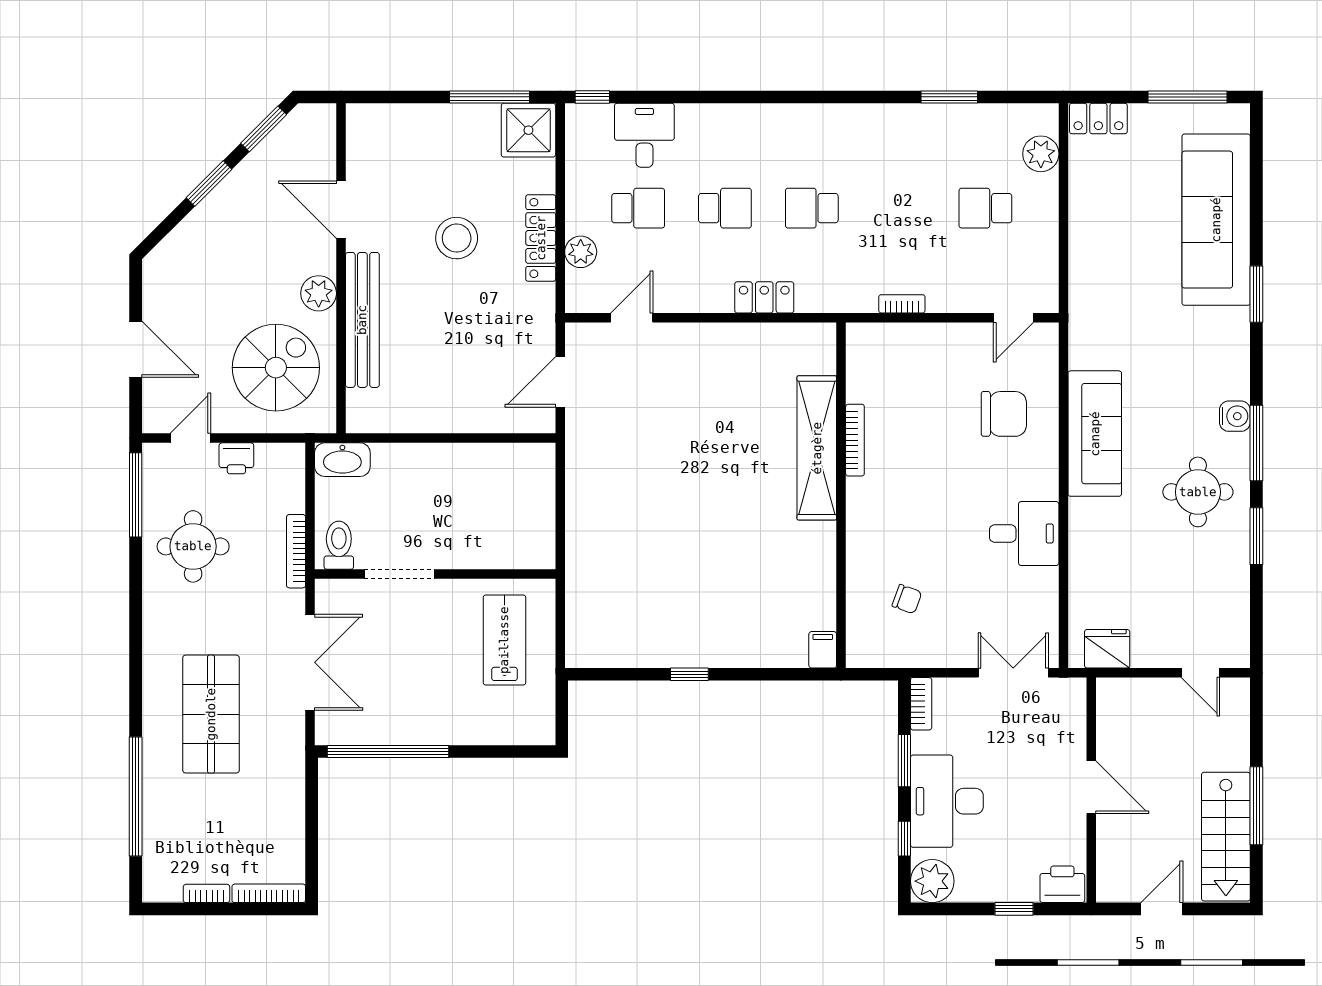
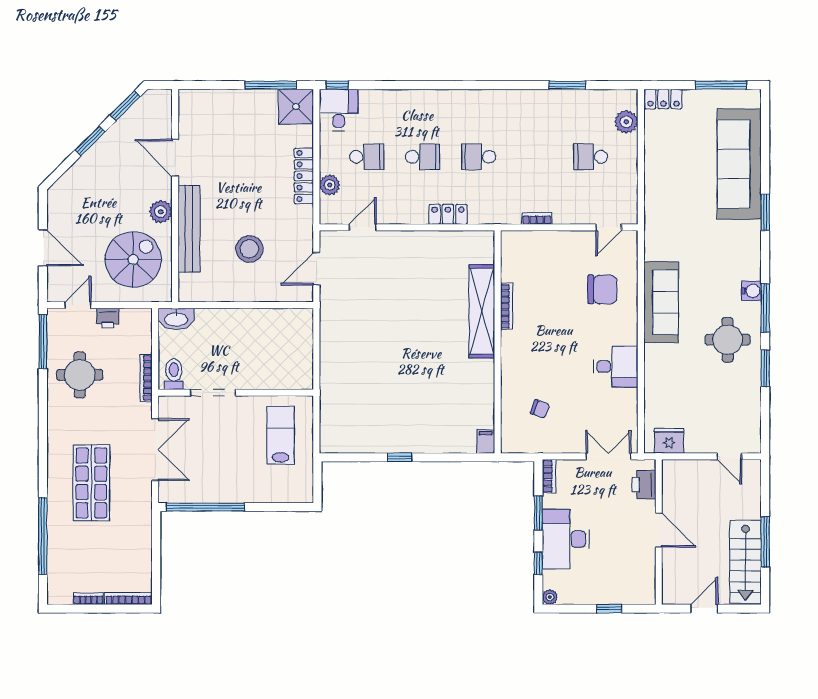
desk: (644, 135) -> (339, 110), moved
stool: (457, 238) -> (249, 249), moved
plant: (932, 881) -> (550, 597), width x0.53, depth x0.53
printer: (1062, 884) -> (644, 485), moved, turned -90

